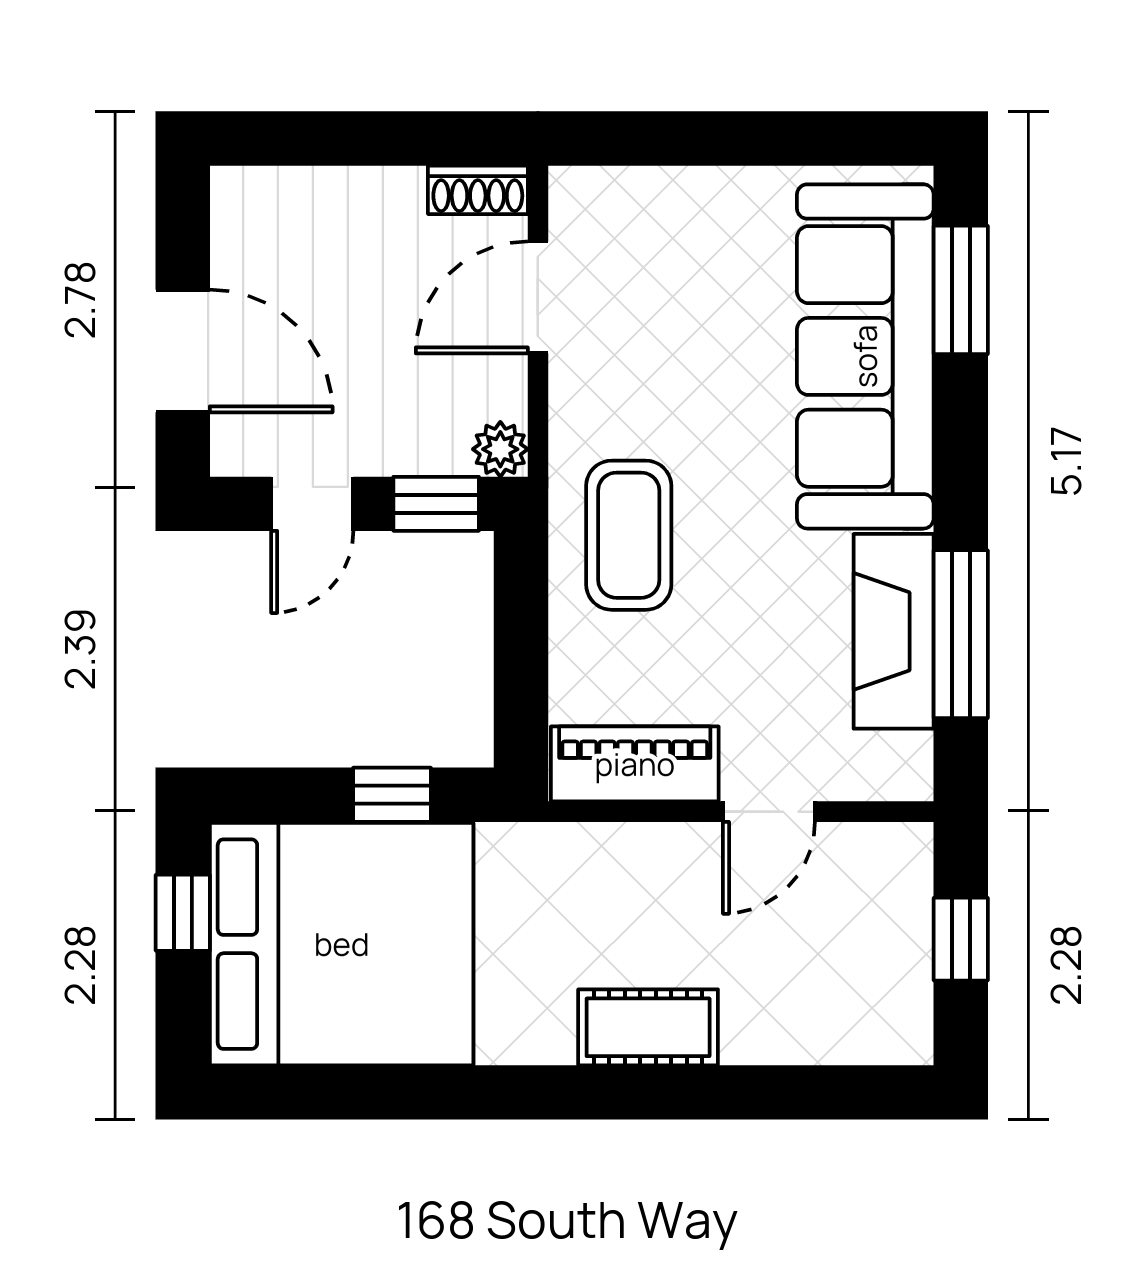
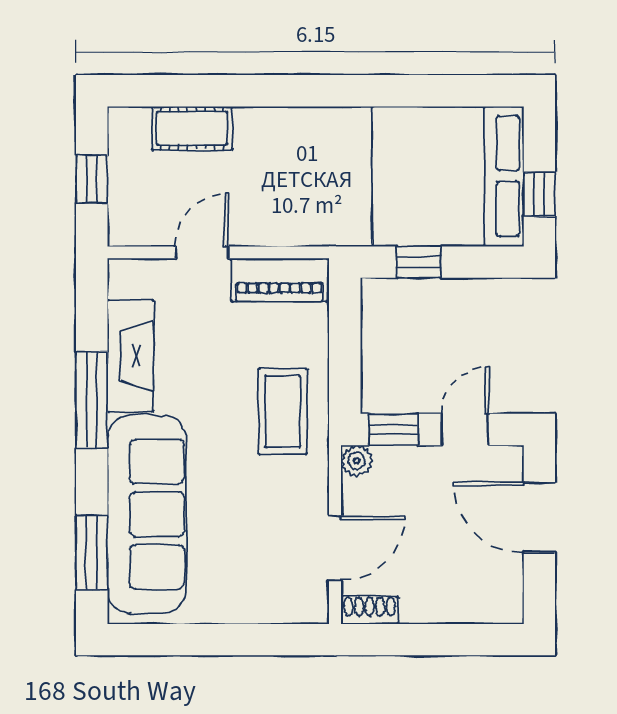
window: (961, 634) -> (92, 400), moved
cot: (648, 1027) -> (192, 128), moved

